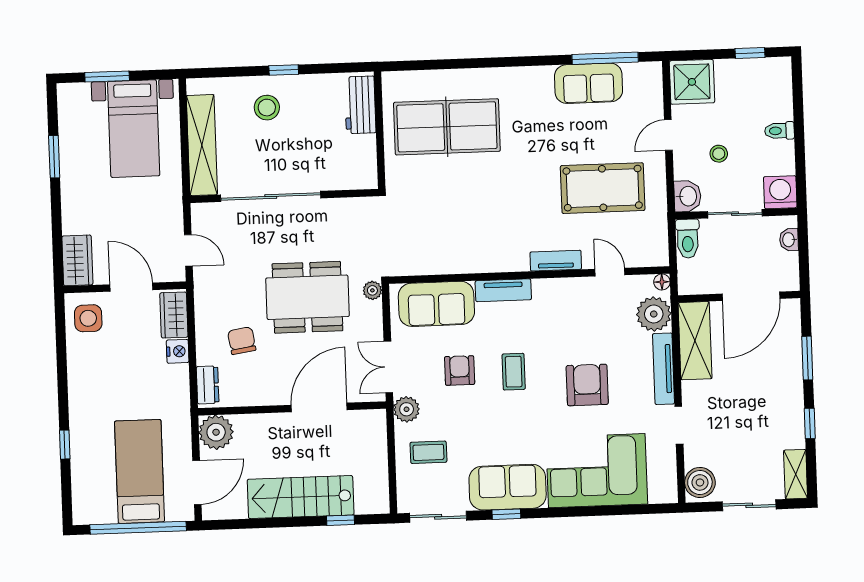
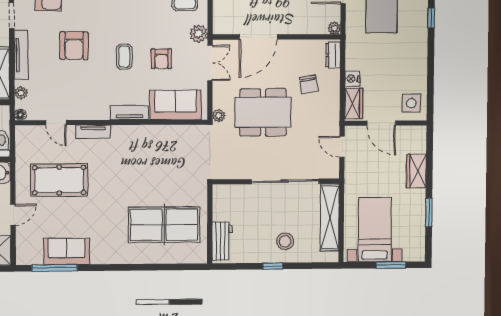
wardrobe: (77, 260) -> (416, 171), moved
plant: (654, 314) -> (21, 93), width x0.53, depth x0.53
plant: (216, 432) -> (334, 28), width x0.53, depth x0.53

